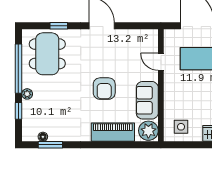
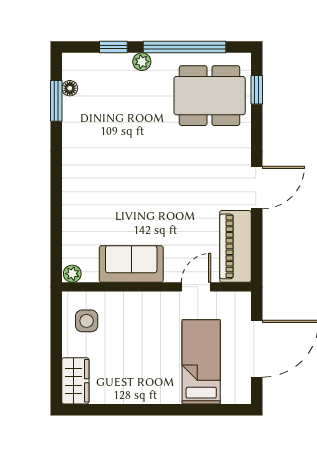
window: (59, 26) -> (257, 90), moved
armchair: (104, 89) -> (151, 192), removed
plant: (148, 131) -> (72, 274), width x0.53, depth x0.53
piano: (113, 132) -> (235, 246), moved, turned 180

